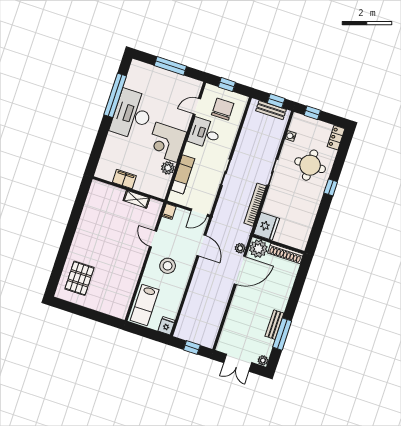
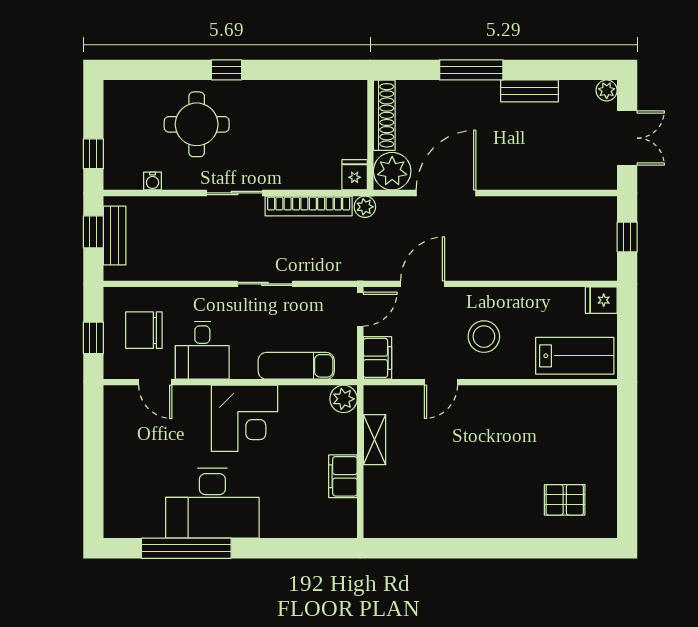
window: (170, 66) -> (93, 460), removed
locker: (336, 138) -> (126, 92), removed
plant: (168, 168) -> (344, 399), moved
filing cabinet: (169, 212) -> (377, 358), width x2.00
door: (199, 213) -> (360, 309), hinge flipped
fridge: (266, 226) -> (355, 175), width x0.53, depth x0.75
plant: (240, 248) -> (365, 207), moved
door: (240, 270) -> (446, 193), hinge flipped
pallet: (79, 278) -> (565, 500), width x0.67, depth x0.71
window: (282, 334) -> (471, 70), moved

